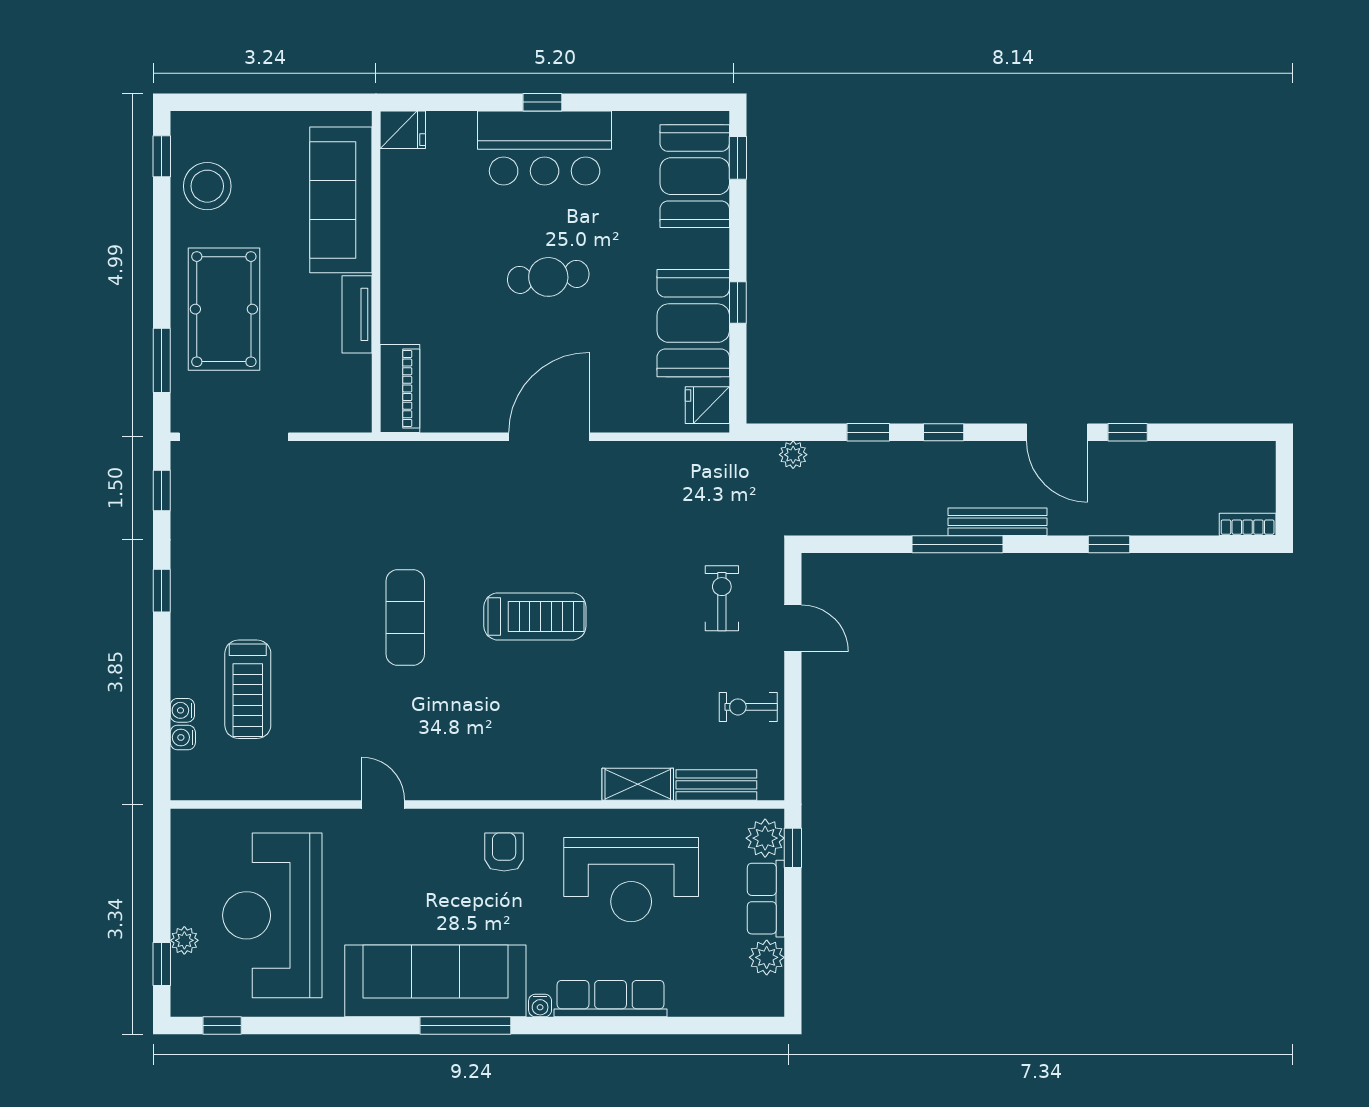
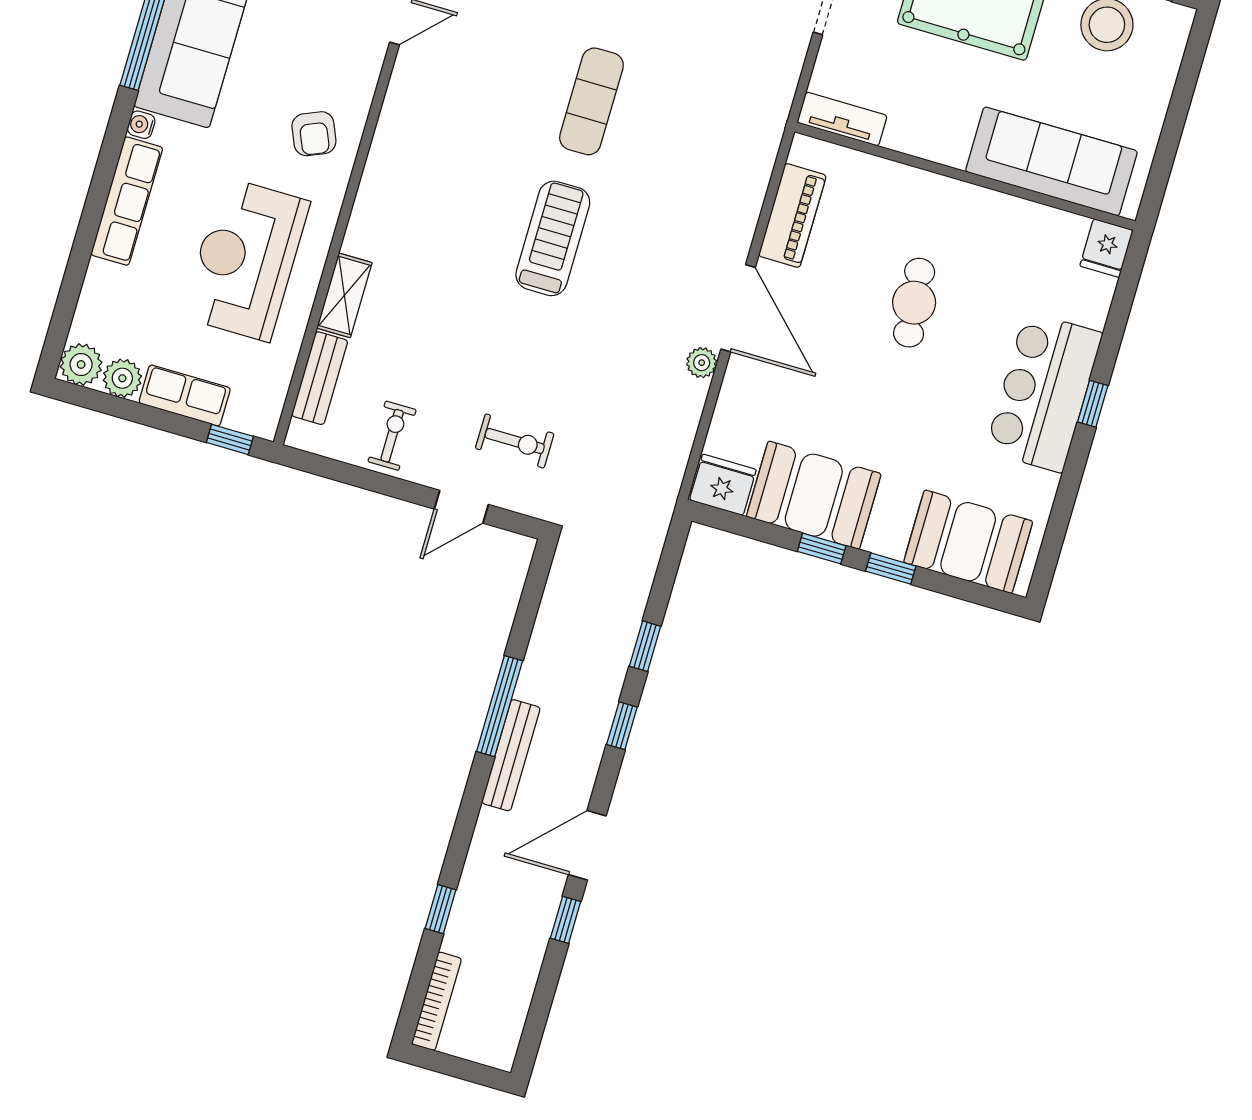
window: (738, 158) -> (891, 569), moved
cafe table: (548, 277) -> (914, 303), moved
tv unit: (357, 314) -> (842, 119), moved
piano: (400, 388) -> (792, 215), moved, turned -90
fridge: (707, 405) -> (723, 485), width x1.38
plant: (793, 455) -> (702, 363), moved
bookcase: (1248, 524) -> (436, 1001), width x1.56
window: (1109, 544) -> (441, 909), moved
treadmill: (535, 616) -> (553, 238), turned 180
exercise mat: (405, 618) -> (591, 101), turned 90
plant: (765, 838) -> (81, 364), moved
armchair: (504, 852) -> (314, 134), turned 67

